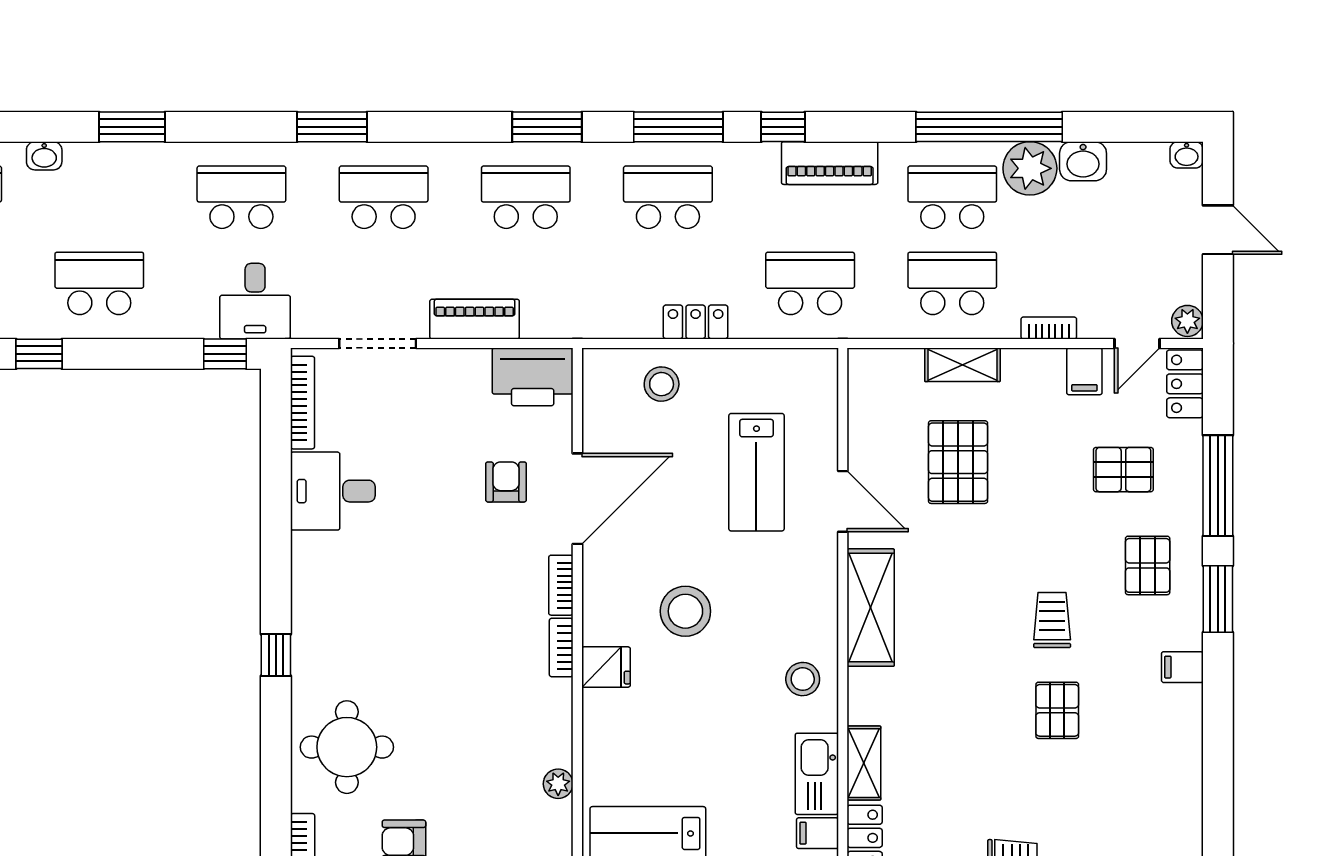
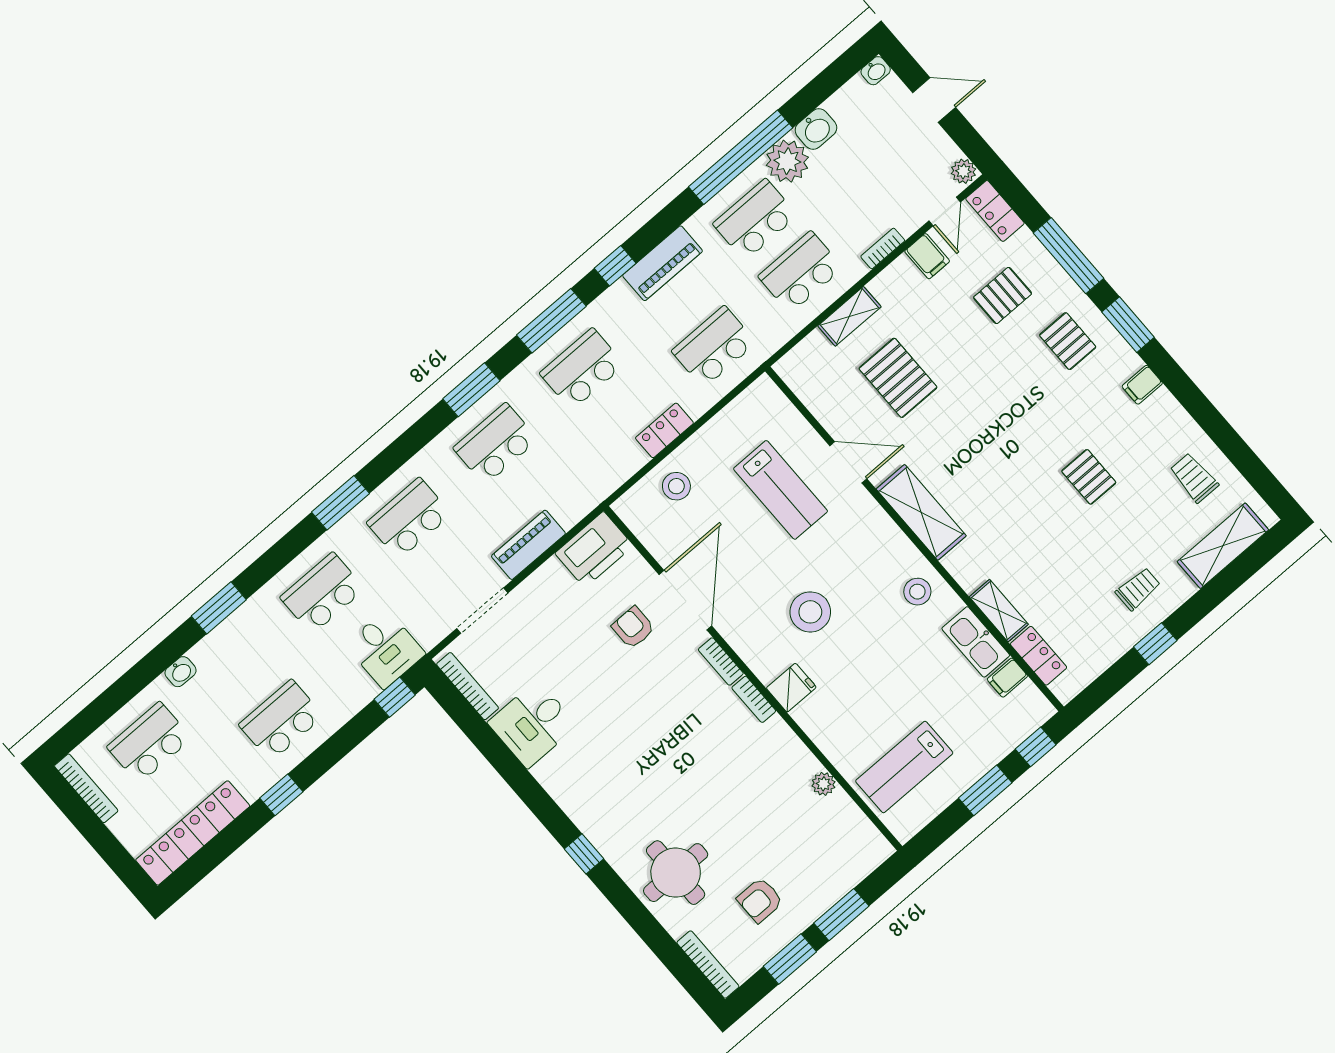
trolley: (1052, 620) -> (1194, 478), moved

